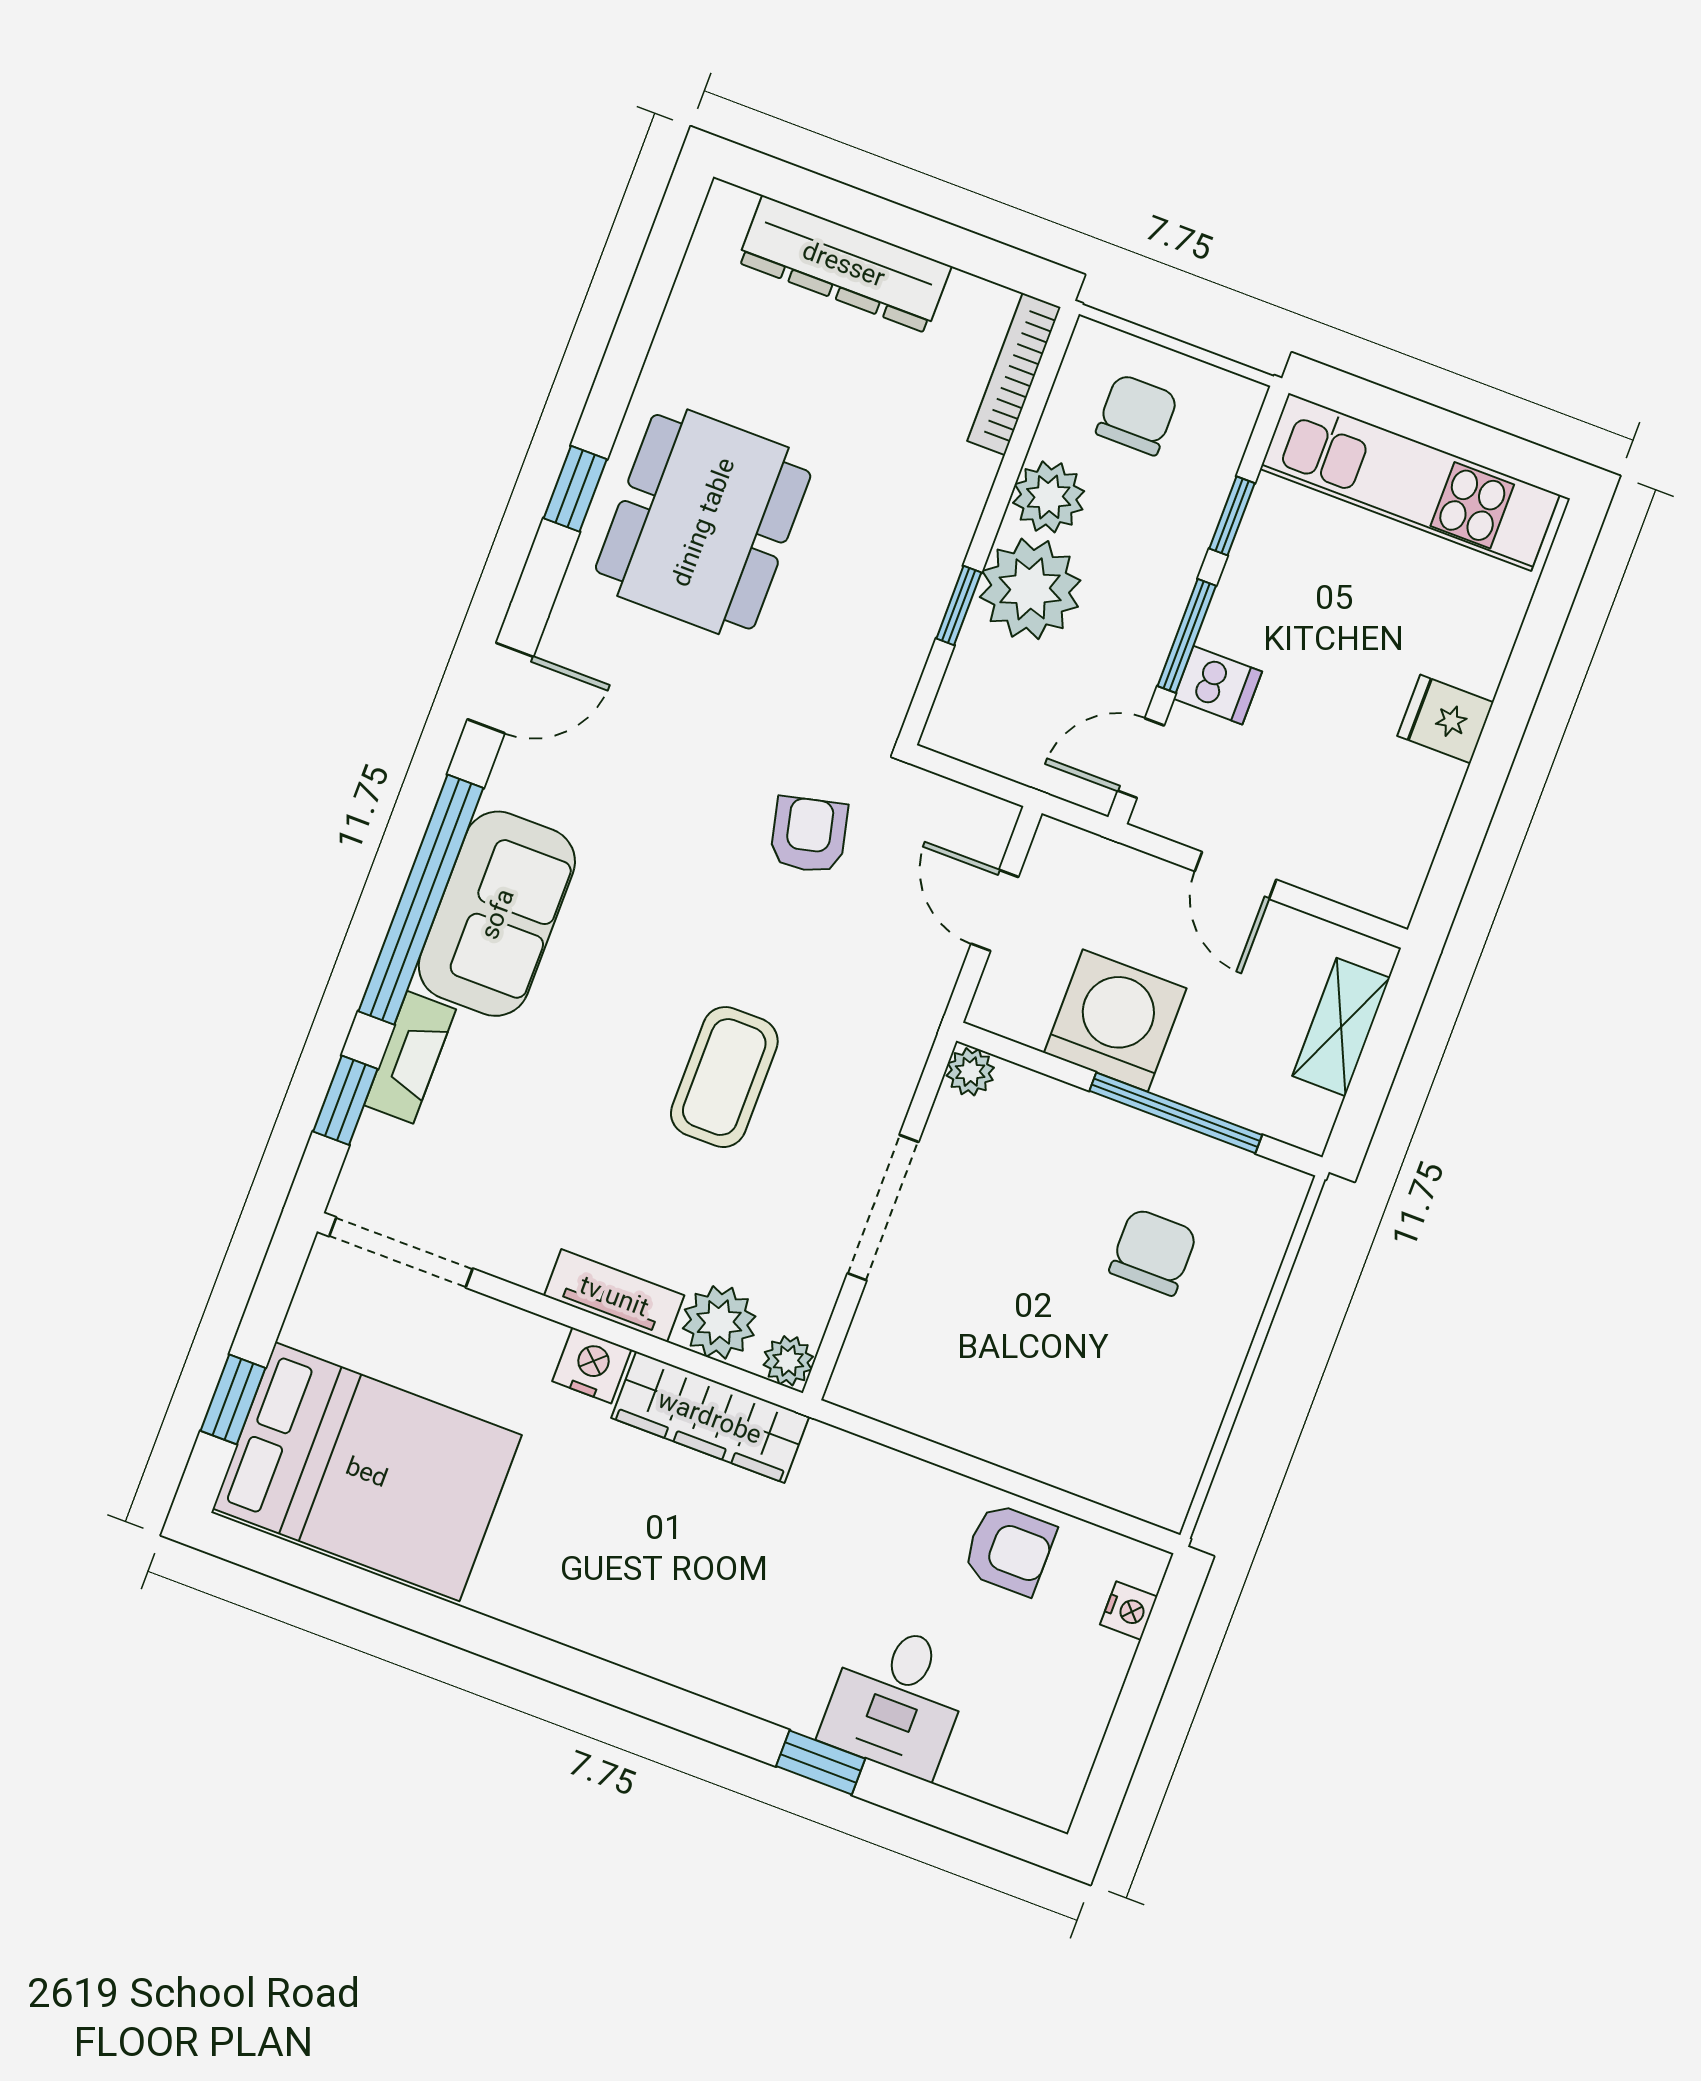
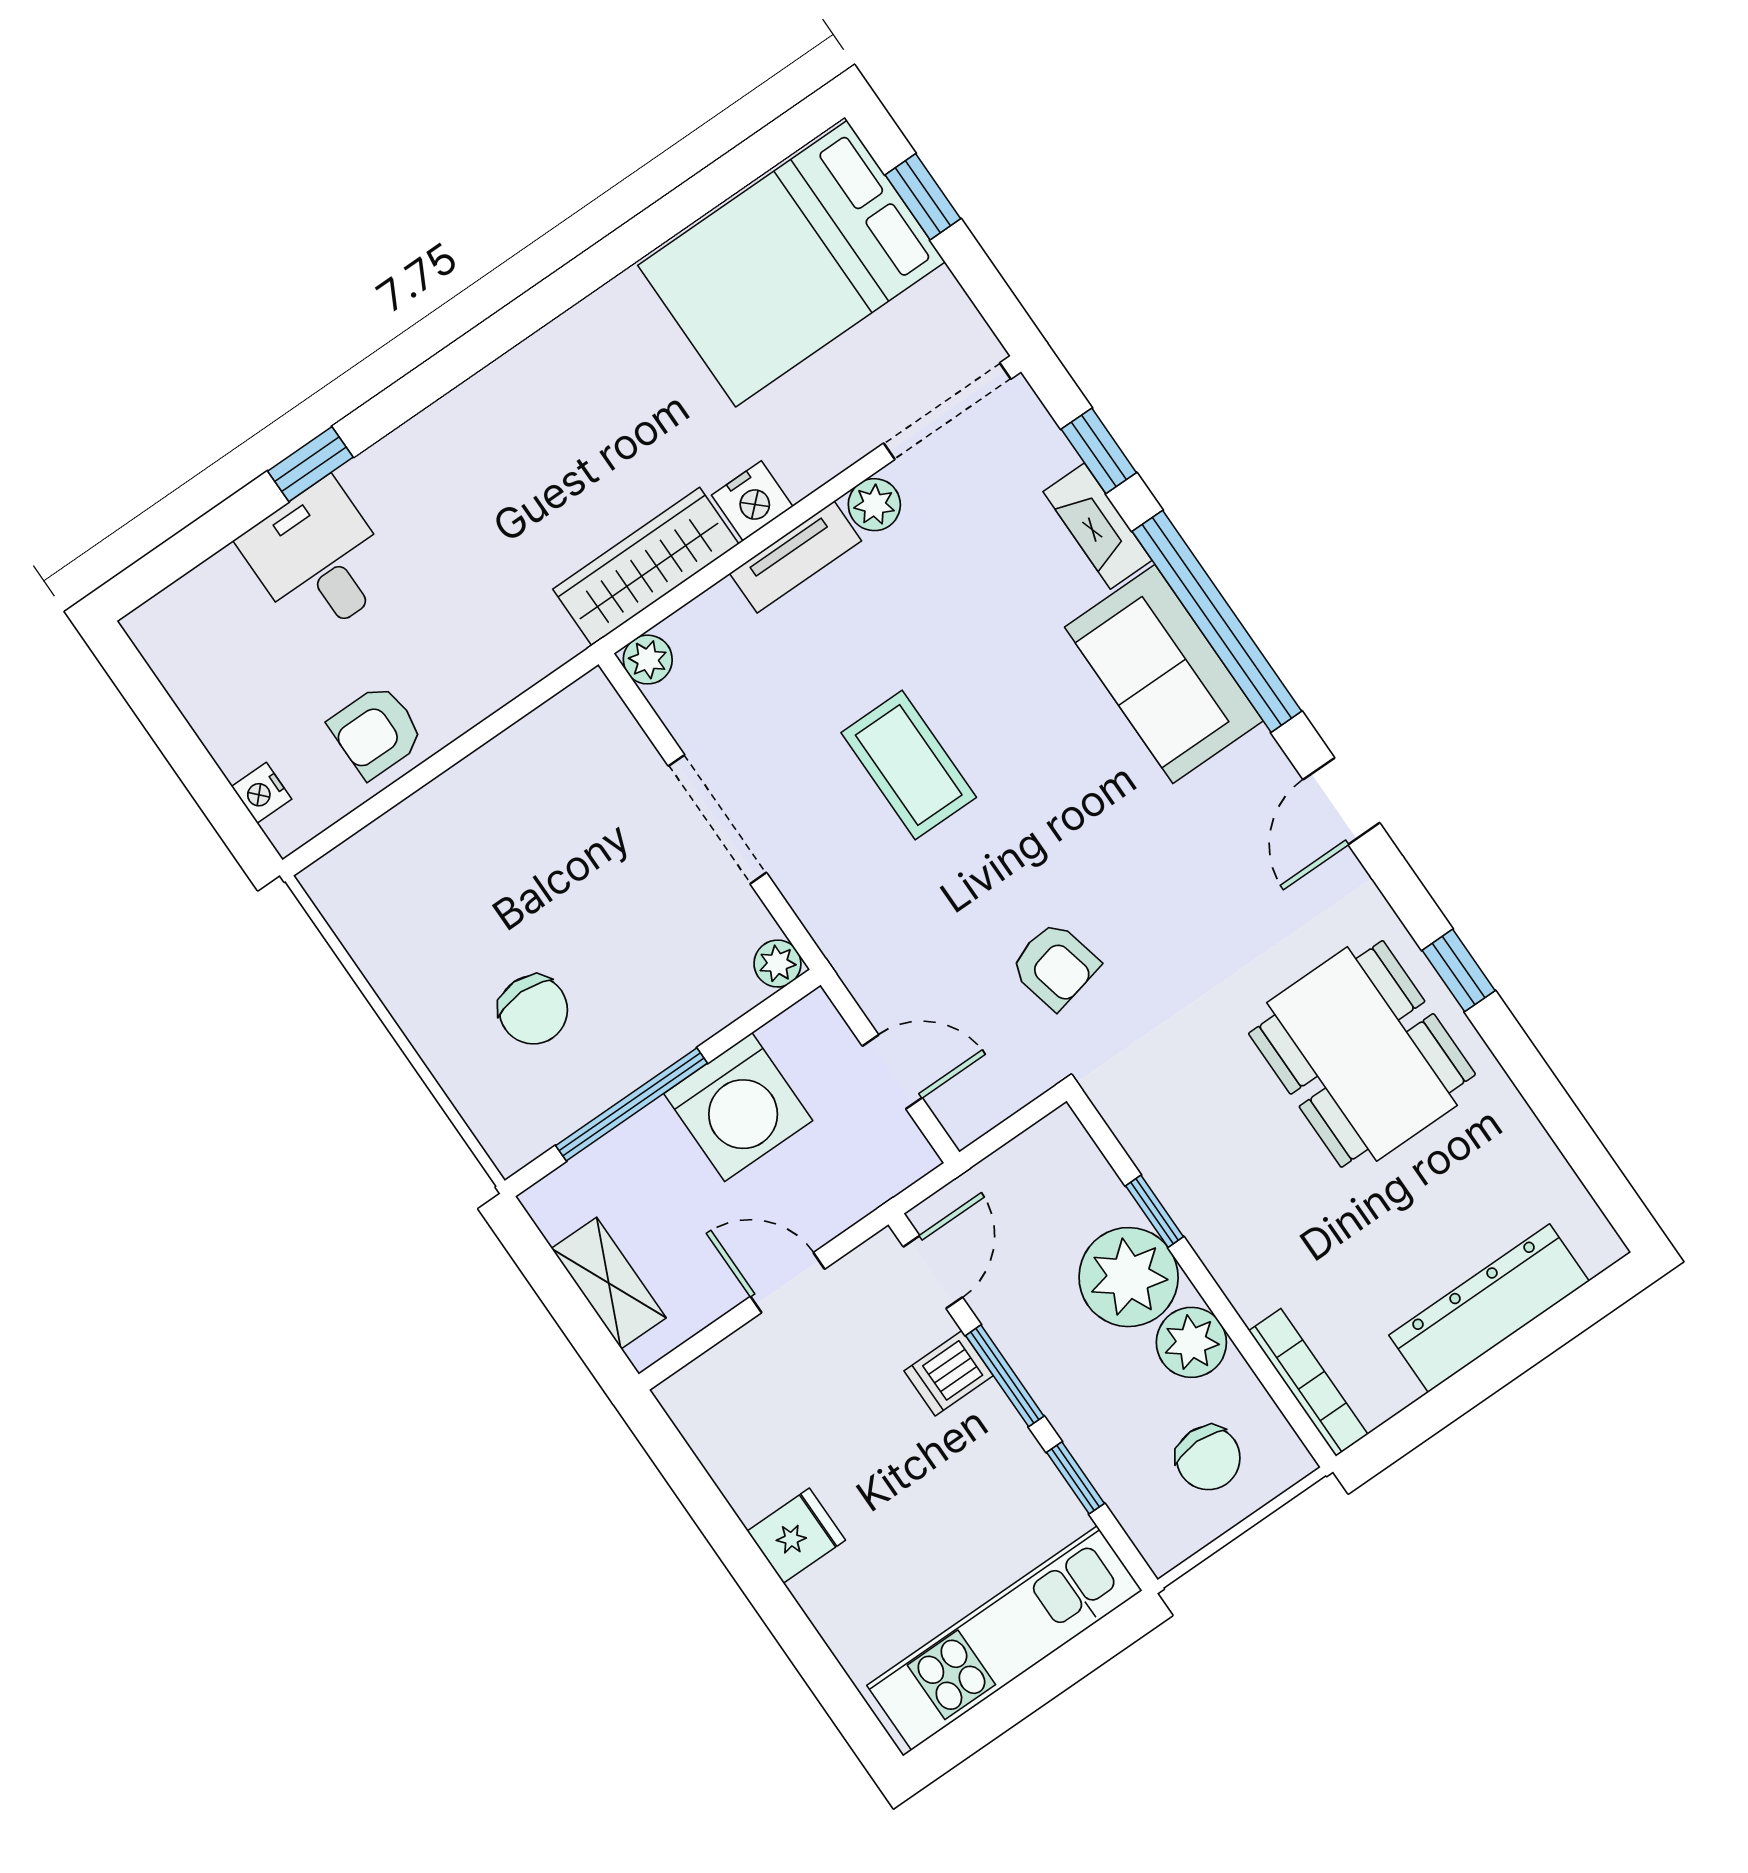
plant: (719, 1322) -> (874, 505), moved, width x0.73, depth x0.73

